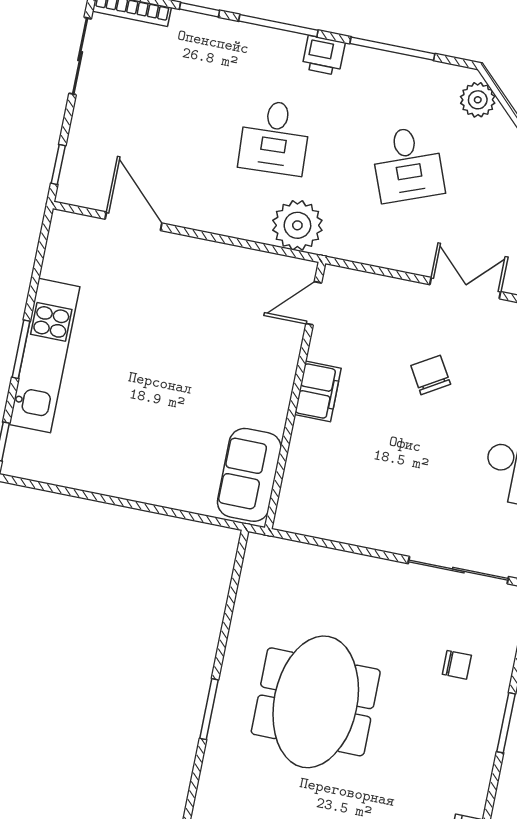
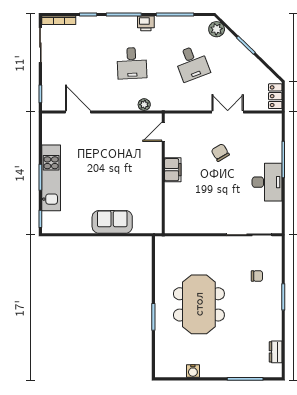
plant: (297, 225) -> (144, 105), width x0.53, depth x0.53
sofa: (249, 475) -> (112, 222), moved, turned 90

